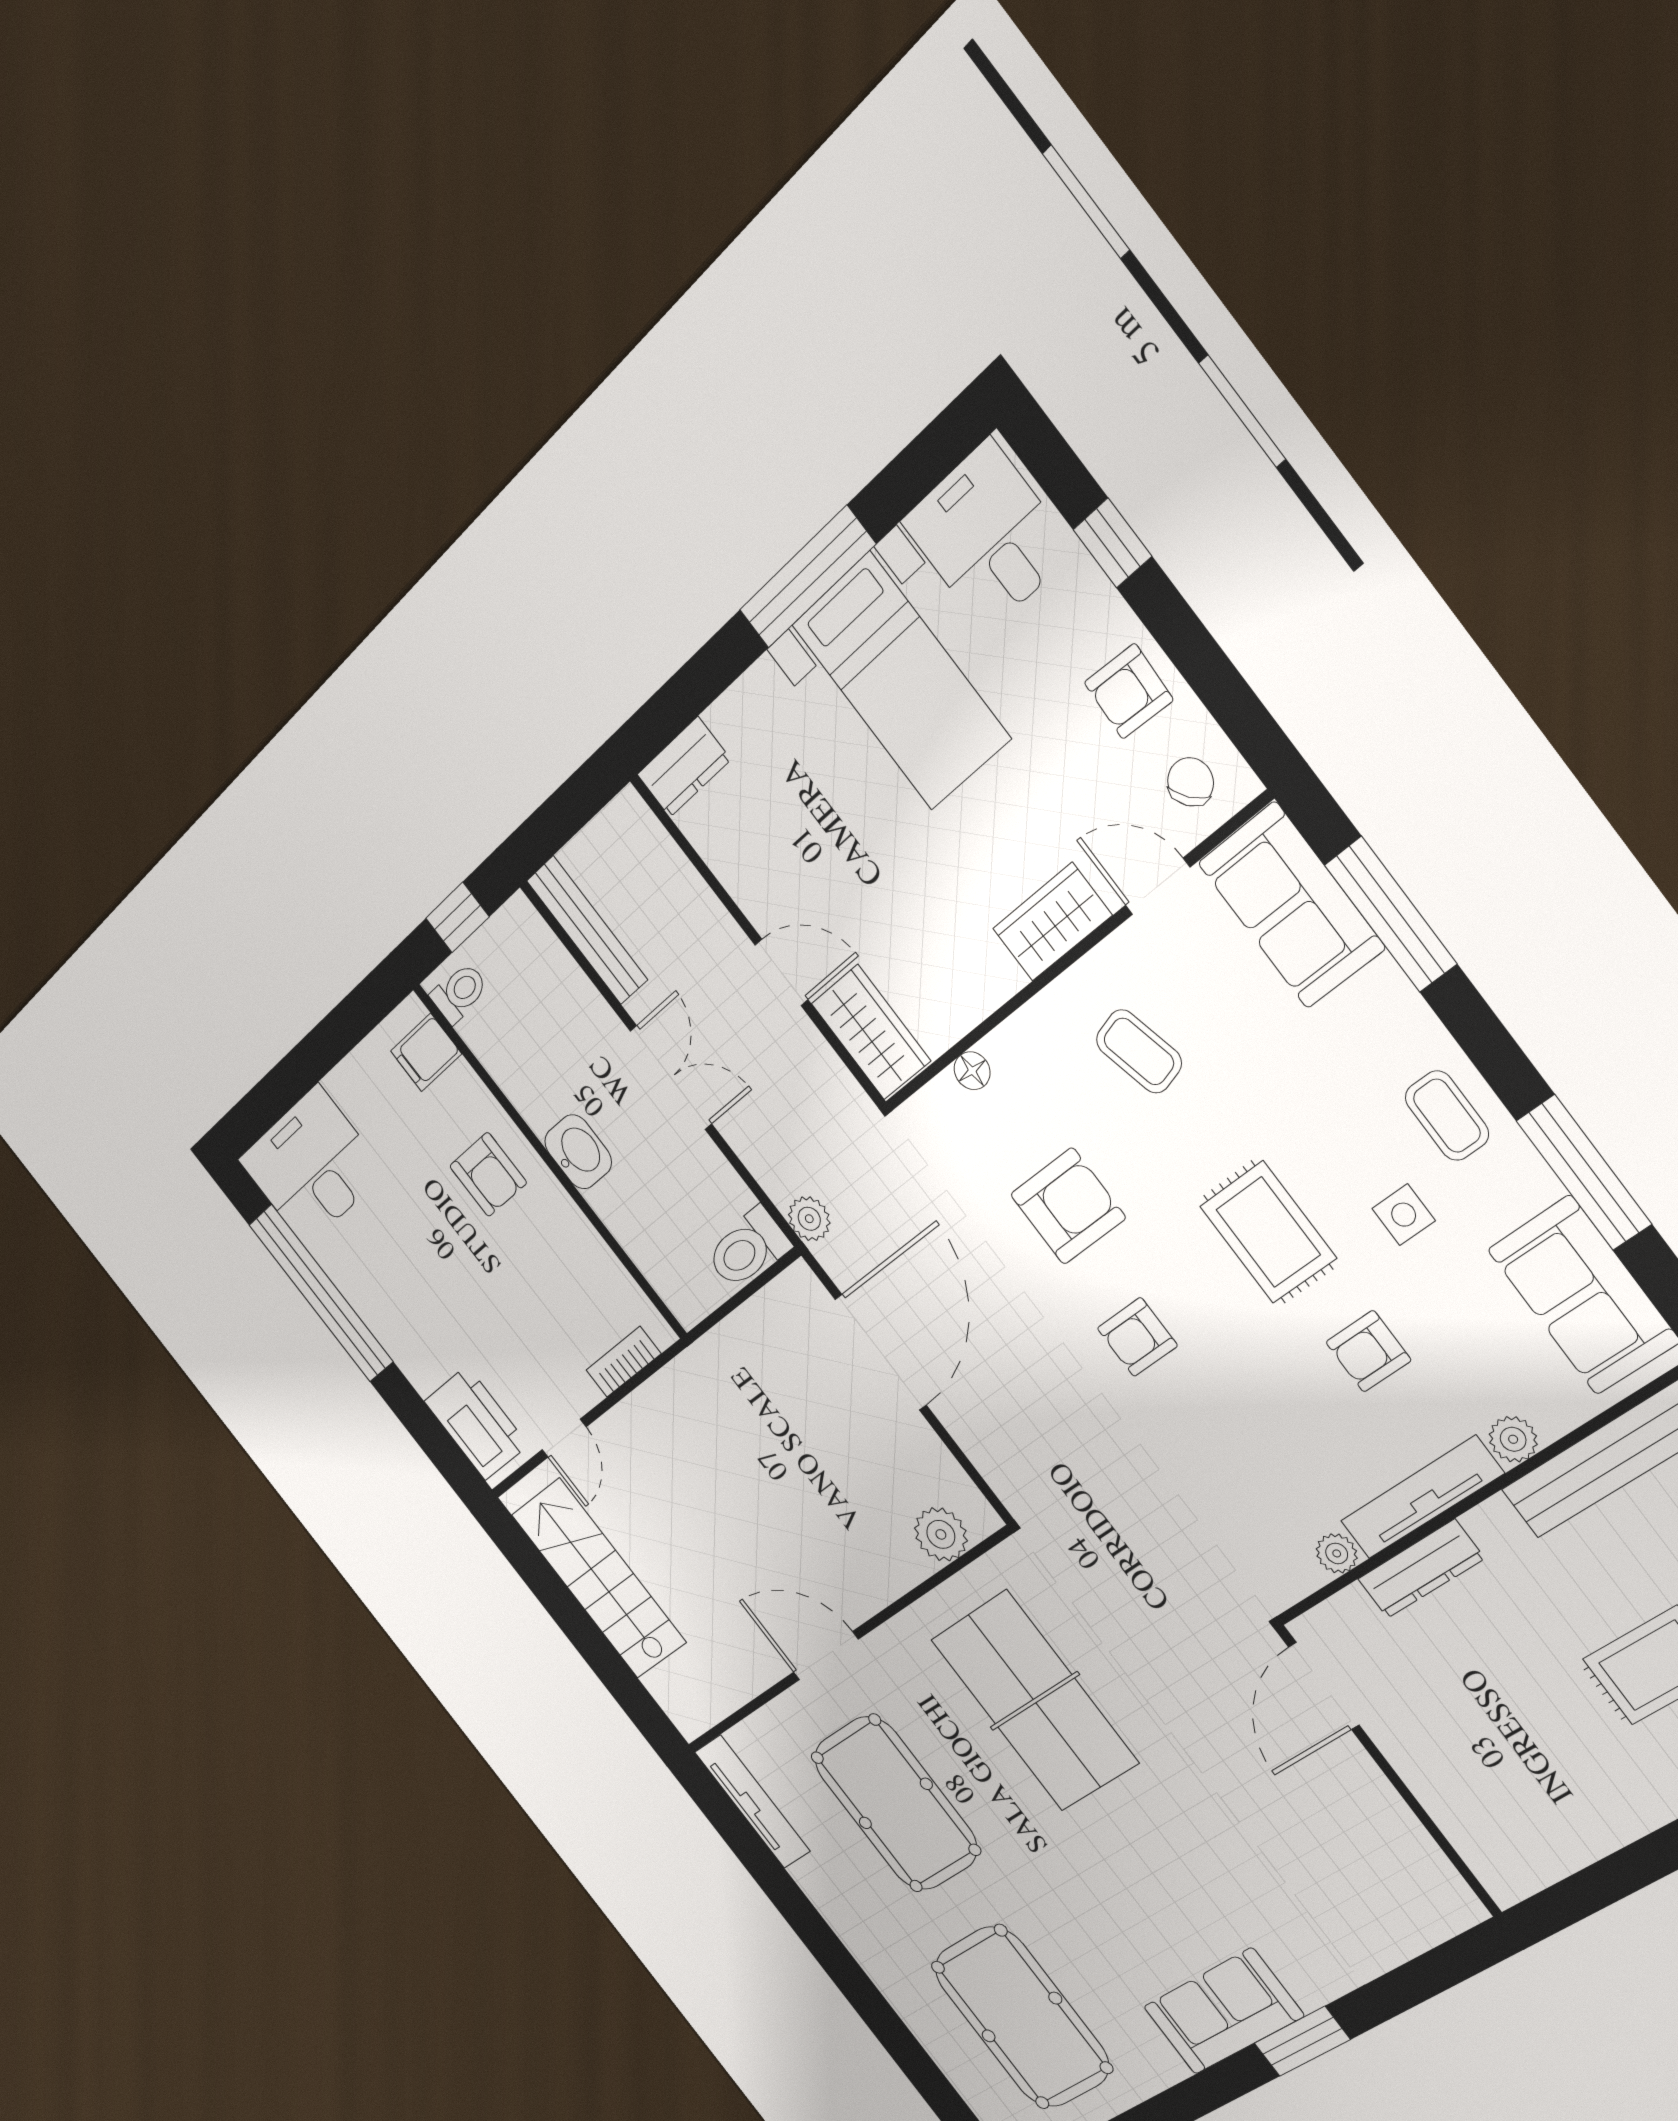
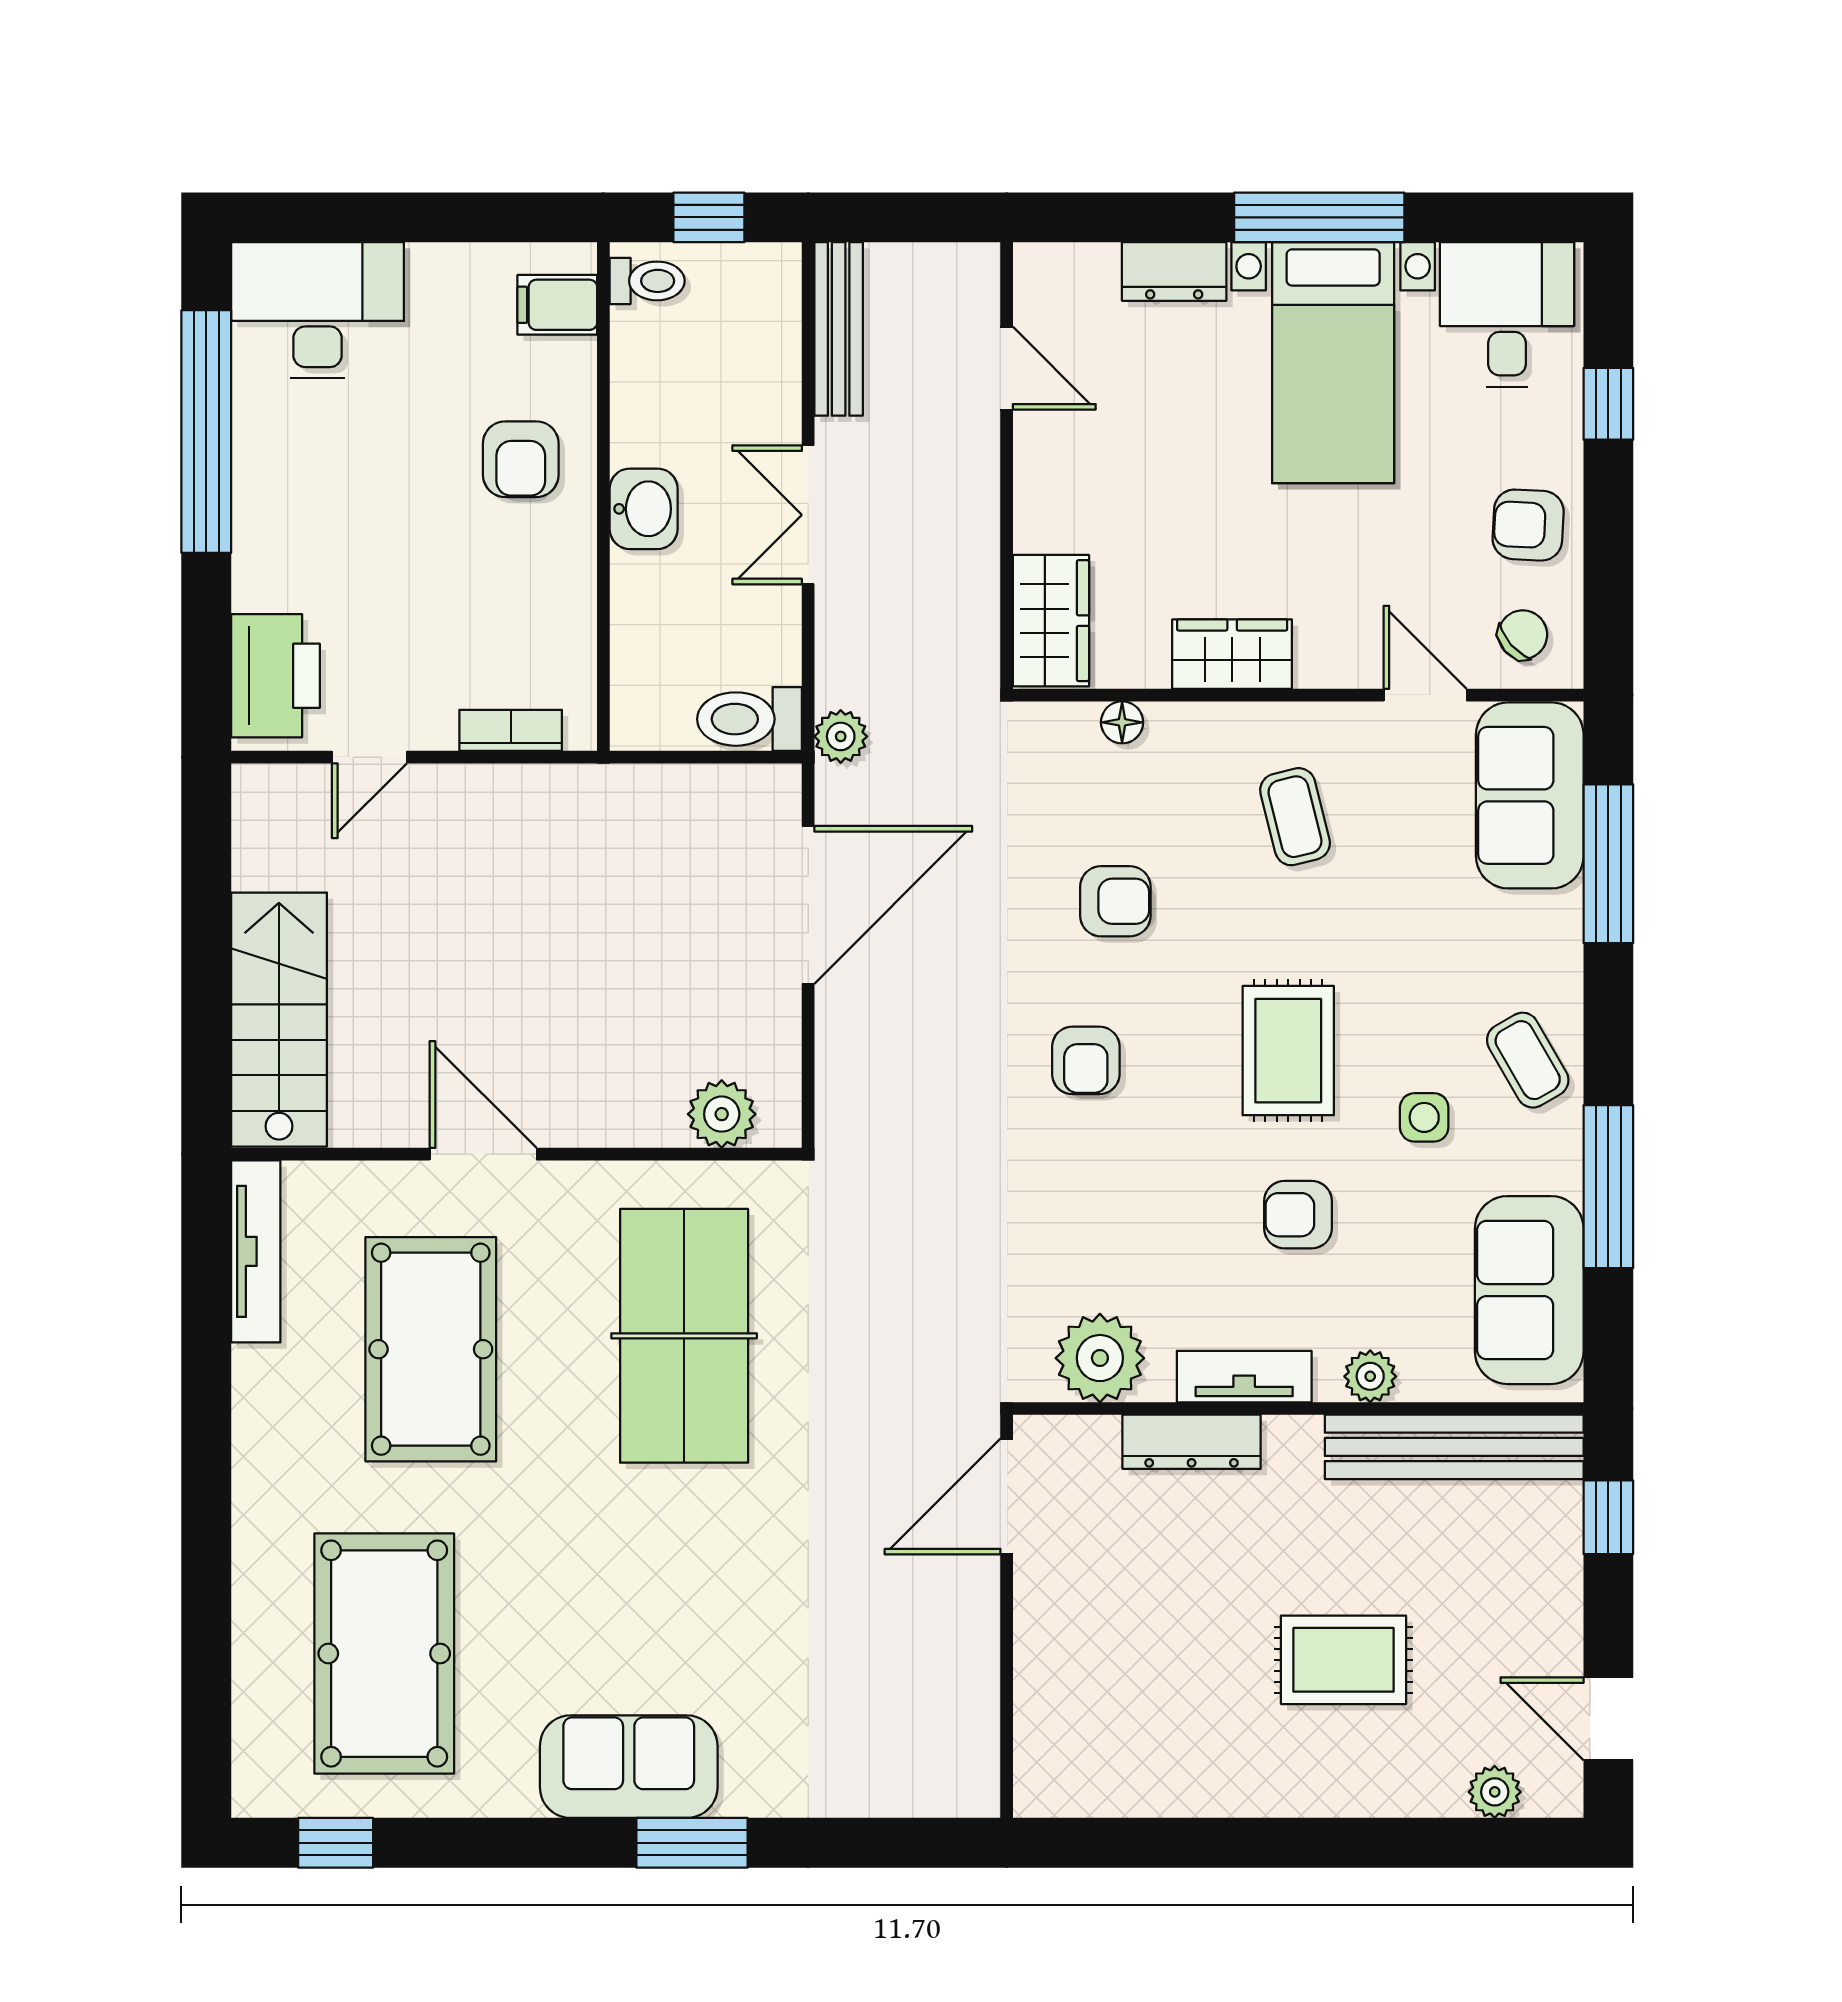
dresser: (684, 767) -> (1174, 272), moved
wardrobe: (1052, 922) -> (1232, 654), moved
door: (781, 972) -> (1007, 368), moved
double door: (671, 1078) -> (808, 515), swing flipped
coffee table: (1447, 1116) -> (1528, 1060), turned -30
armchair: (1068, 1206) -> (1115, 901), width x0.72, depth x0.72
armchair: (1137, 1337) -> (1086, 1060), turned -90
tv unit: (1422, 1497) -> (1244, 1377), width x0.71
plant: (1337, 1553) -> (1100, 1358), width x1.88, depth x1.88
stairs: (599, 1578) -> (279, 1020), moved

